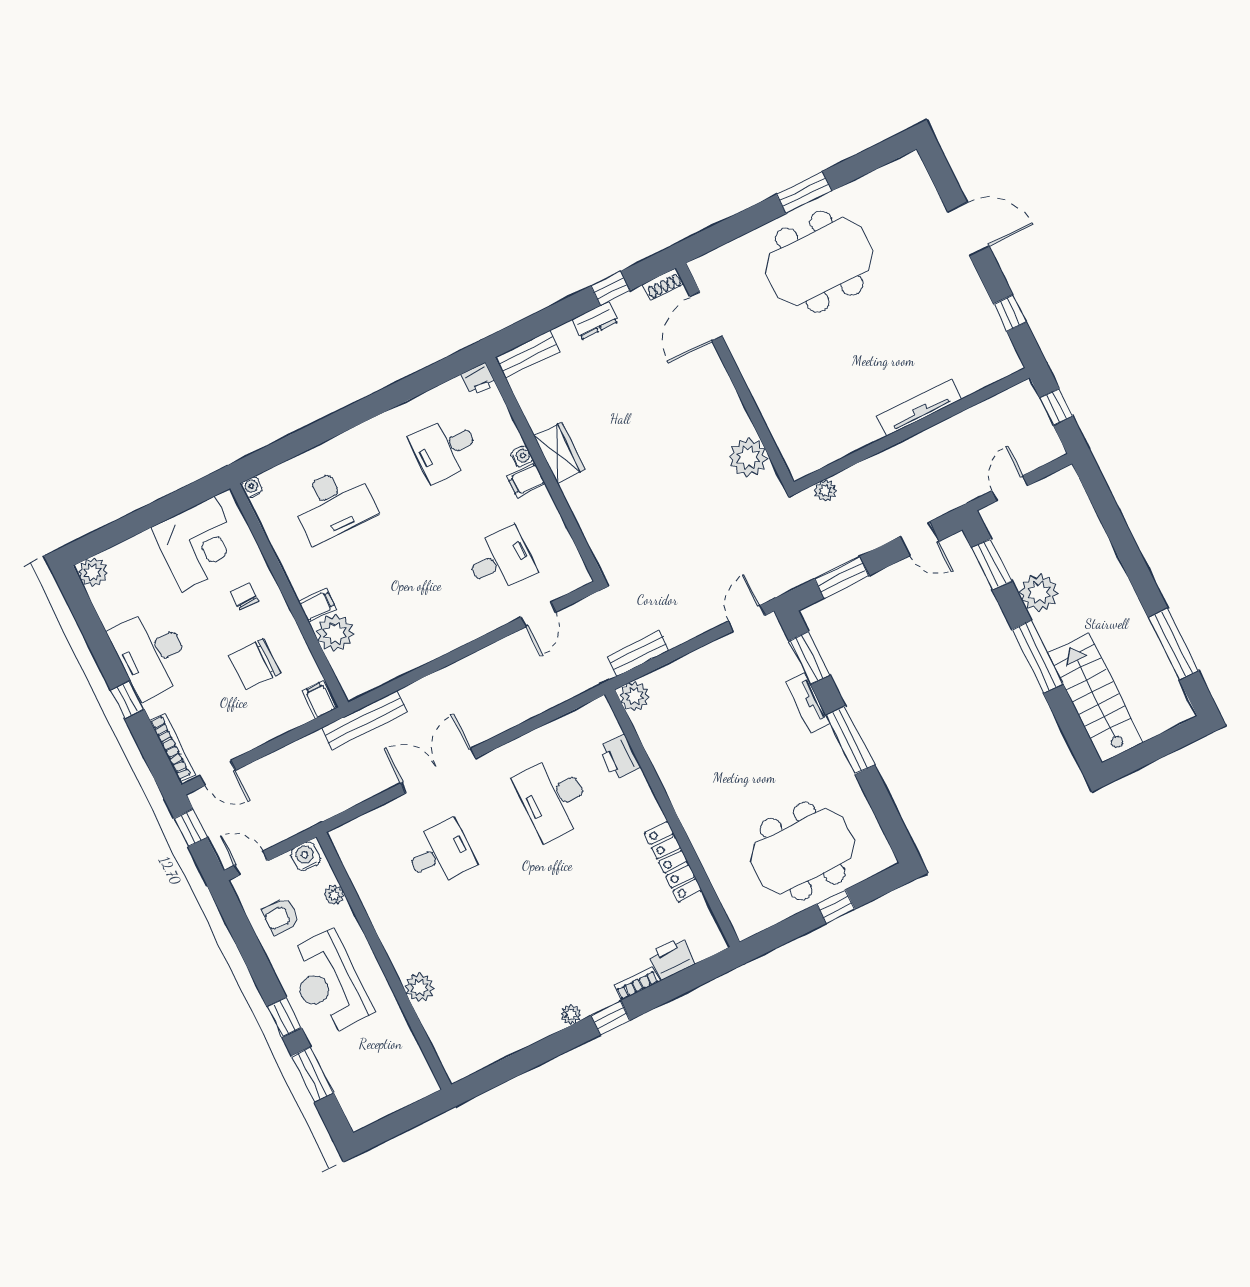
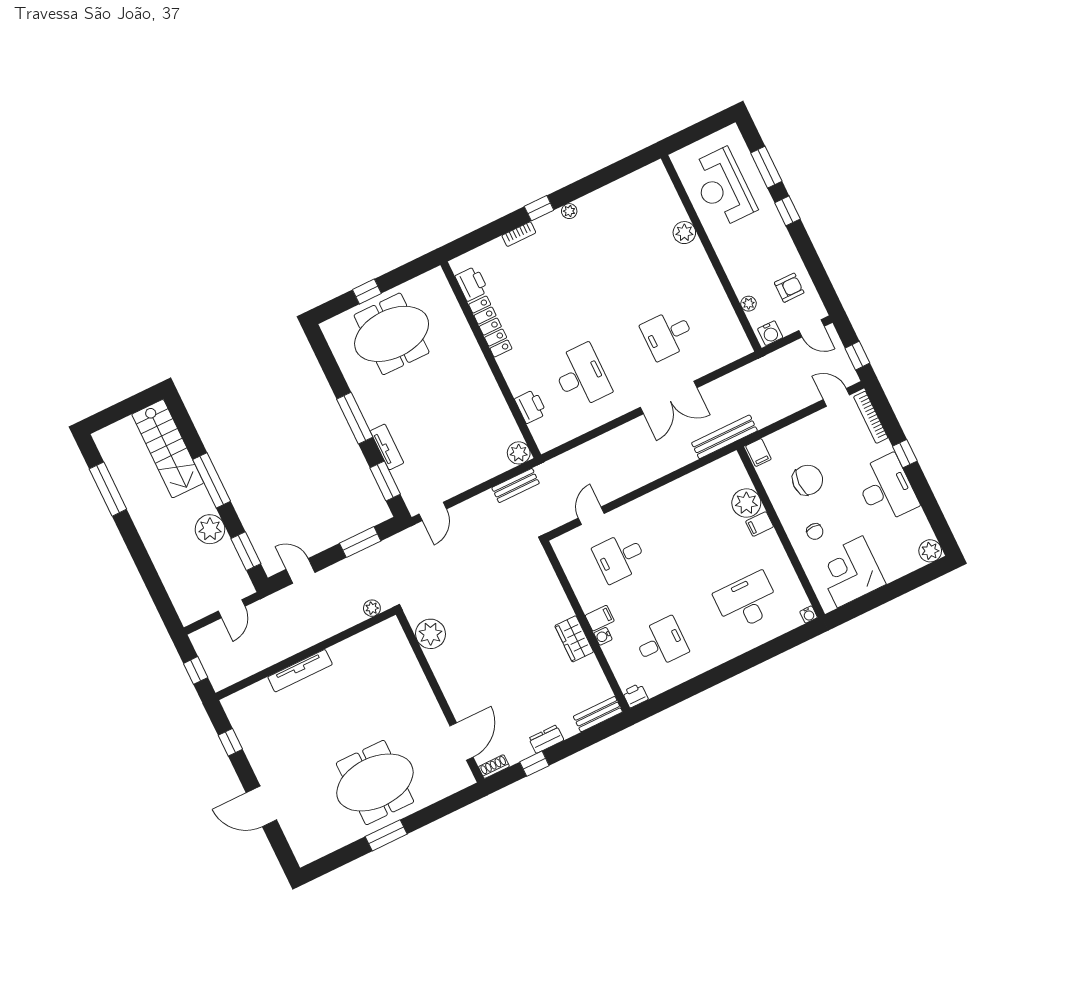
printer: (671, 958) -> (472, 284), moved, turned -90
reception desk: (328, 983) -> (723, 187), moved, turned 180

